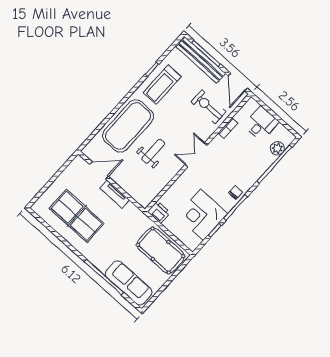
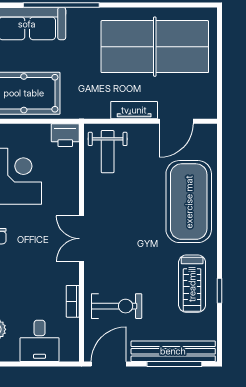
door: (238, 82) -> (109, 364), hinge flipped
treadmill: (162, 85) -> (192, 284), turned 180
weight bench: (153, 151) -> (108, 152), moved
double door: (196, 155) -> (81, 239), swing flipped
table tennis table: (77, 216) -> (155, 47), width x1.36, depth x1.32

